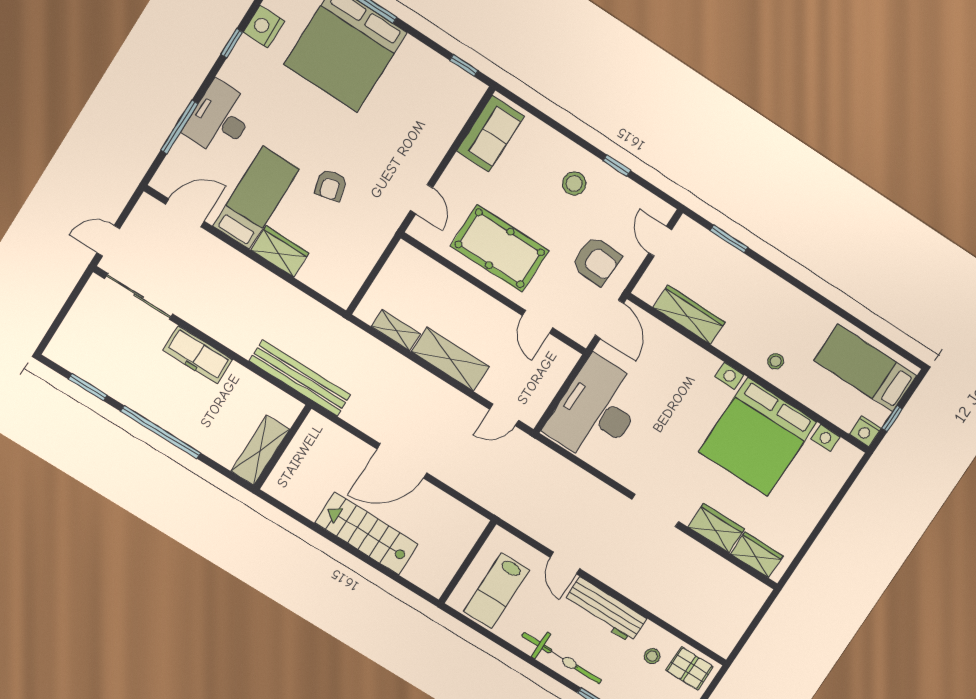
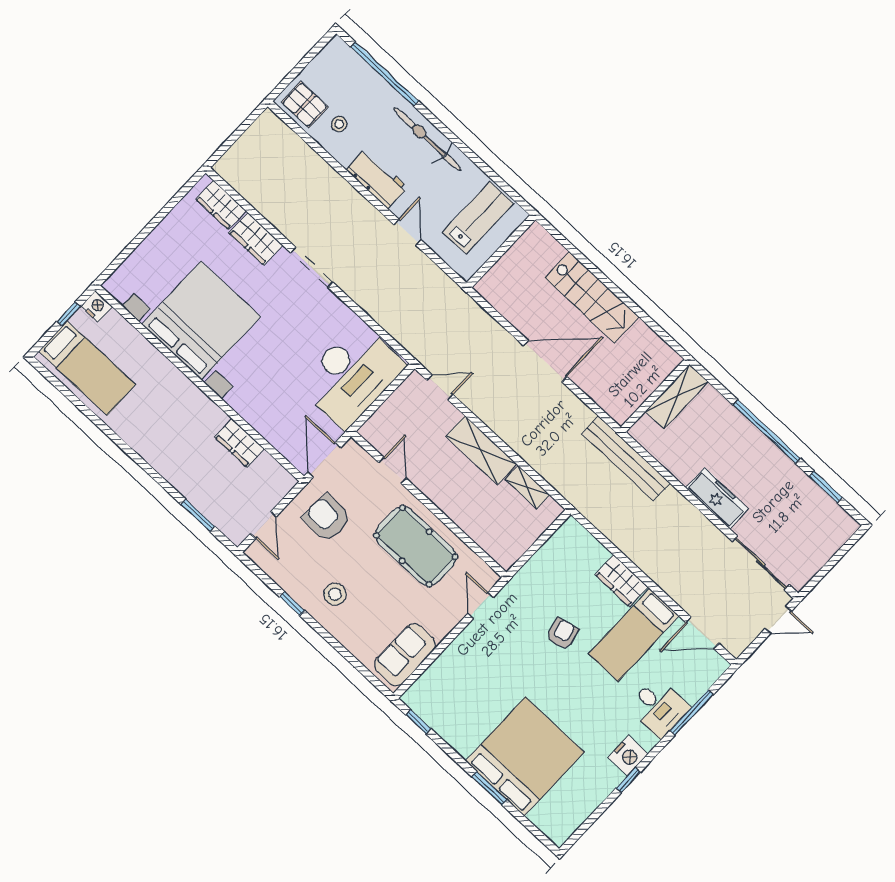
nightstand: (264, 27) -> (628, 756), moved
desk: (220, 119) -> (659, 707), width x0.73
wardrobe: (689, 315) -> (240, 443), width x0.67
stool: (776, 361) -> (172, 390), removed
workbench: (605, 610) -> (377, 179), width x0.73

